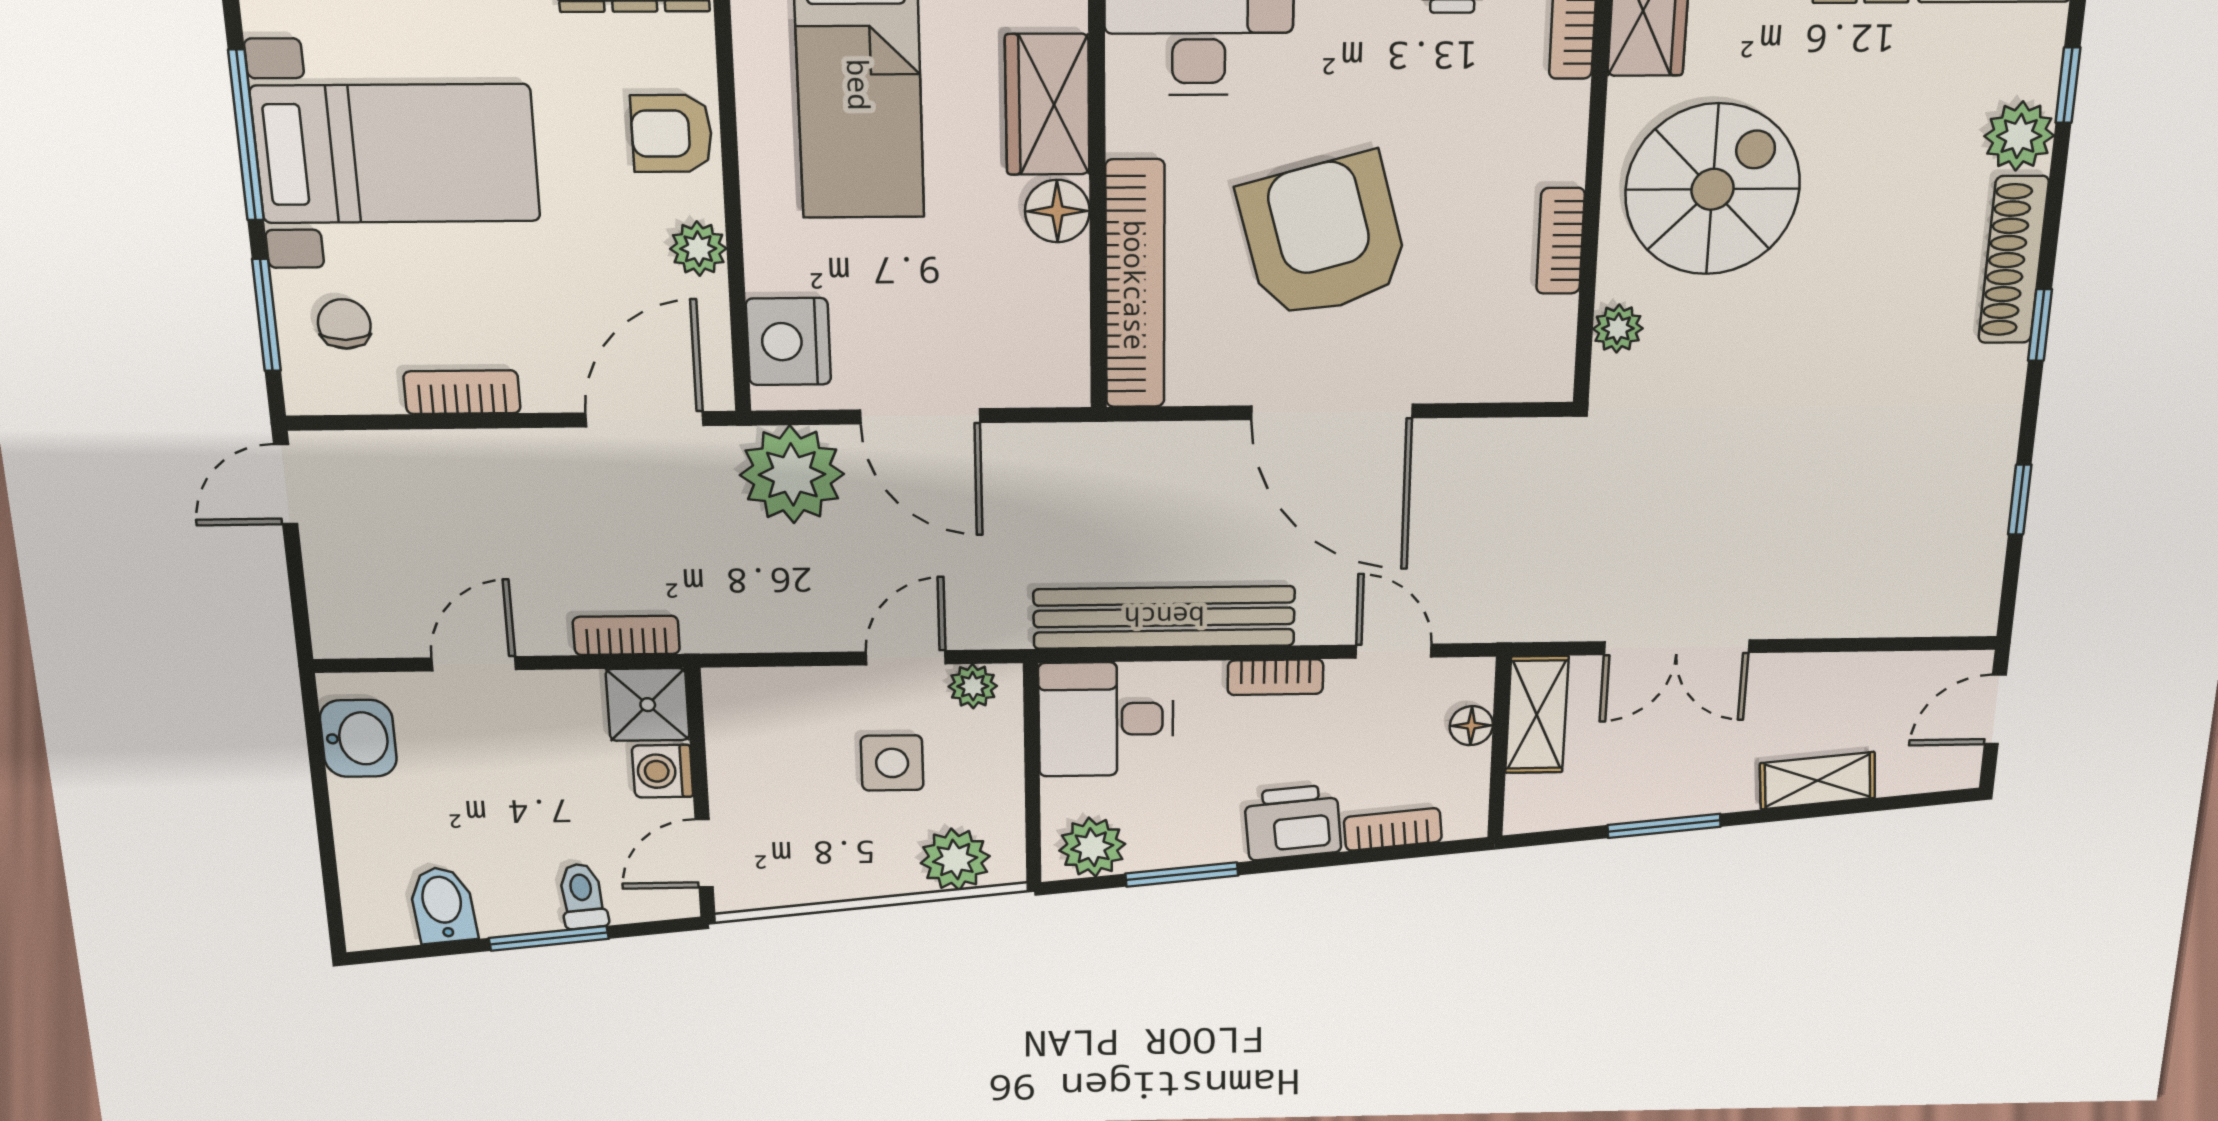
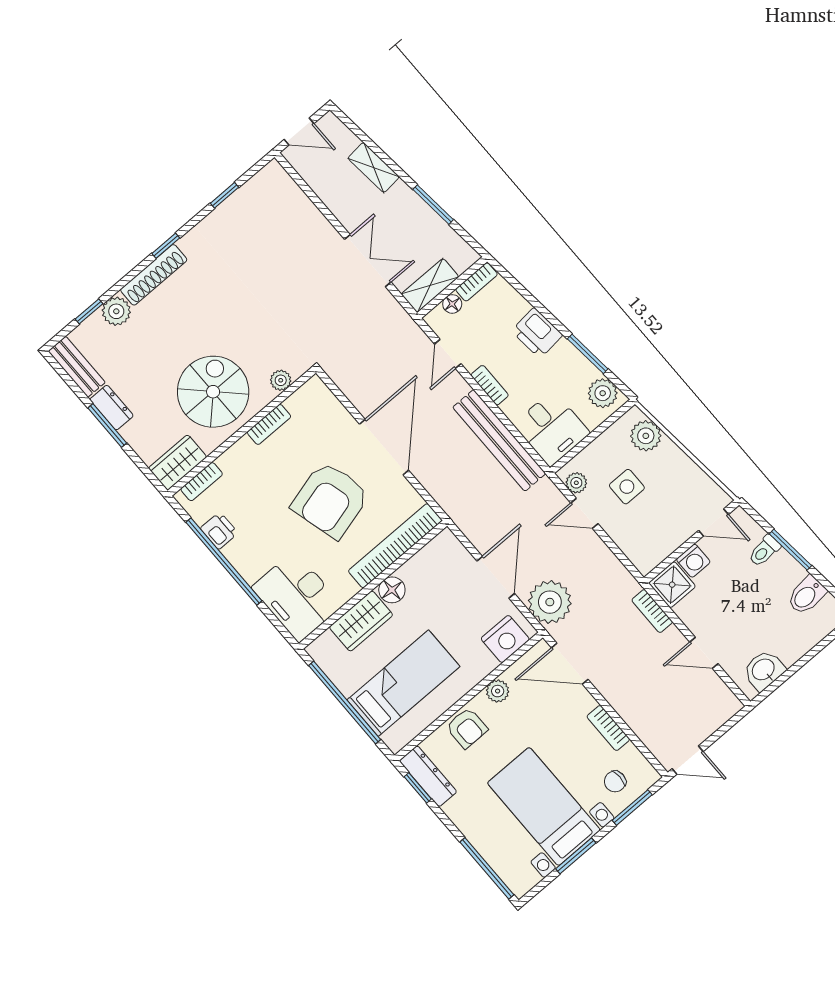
window: (246, 136) -> (576, 856), width x0.69
spiral stairs: (1713, 189) -> (213, 392), turned 90
bookcase: (1393, 829) -> (476, 282), moved, turned -85

